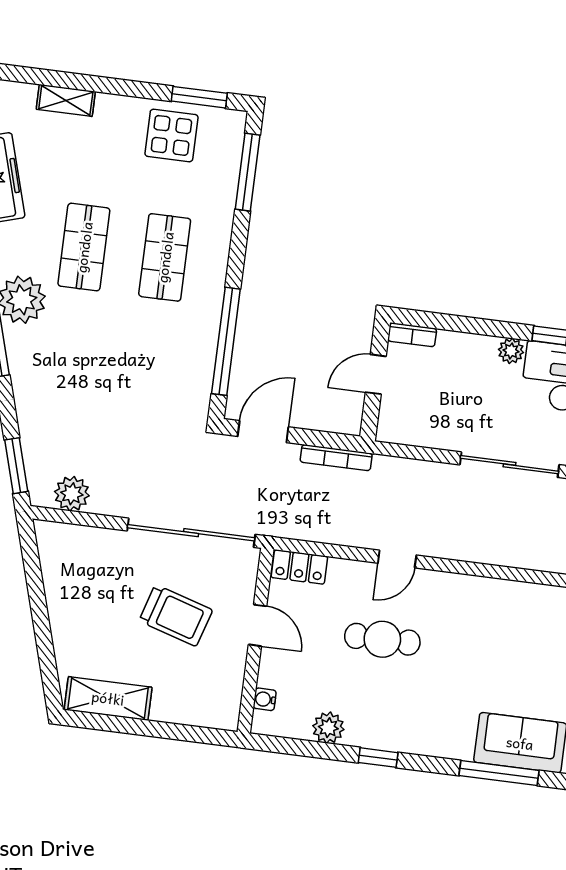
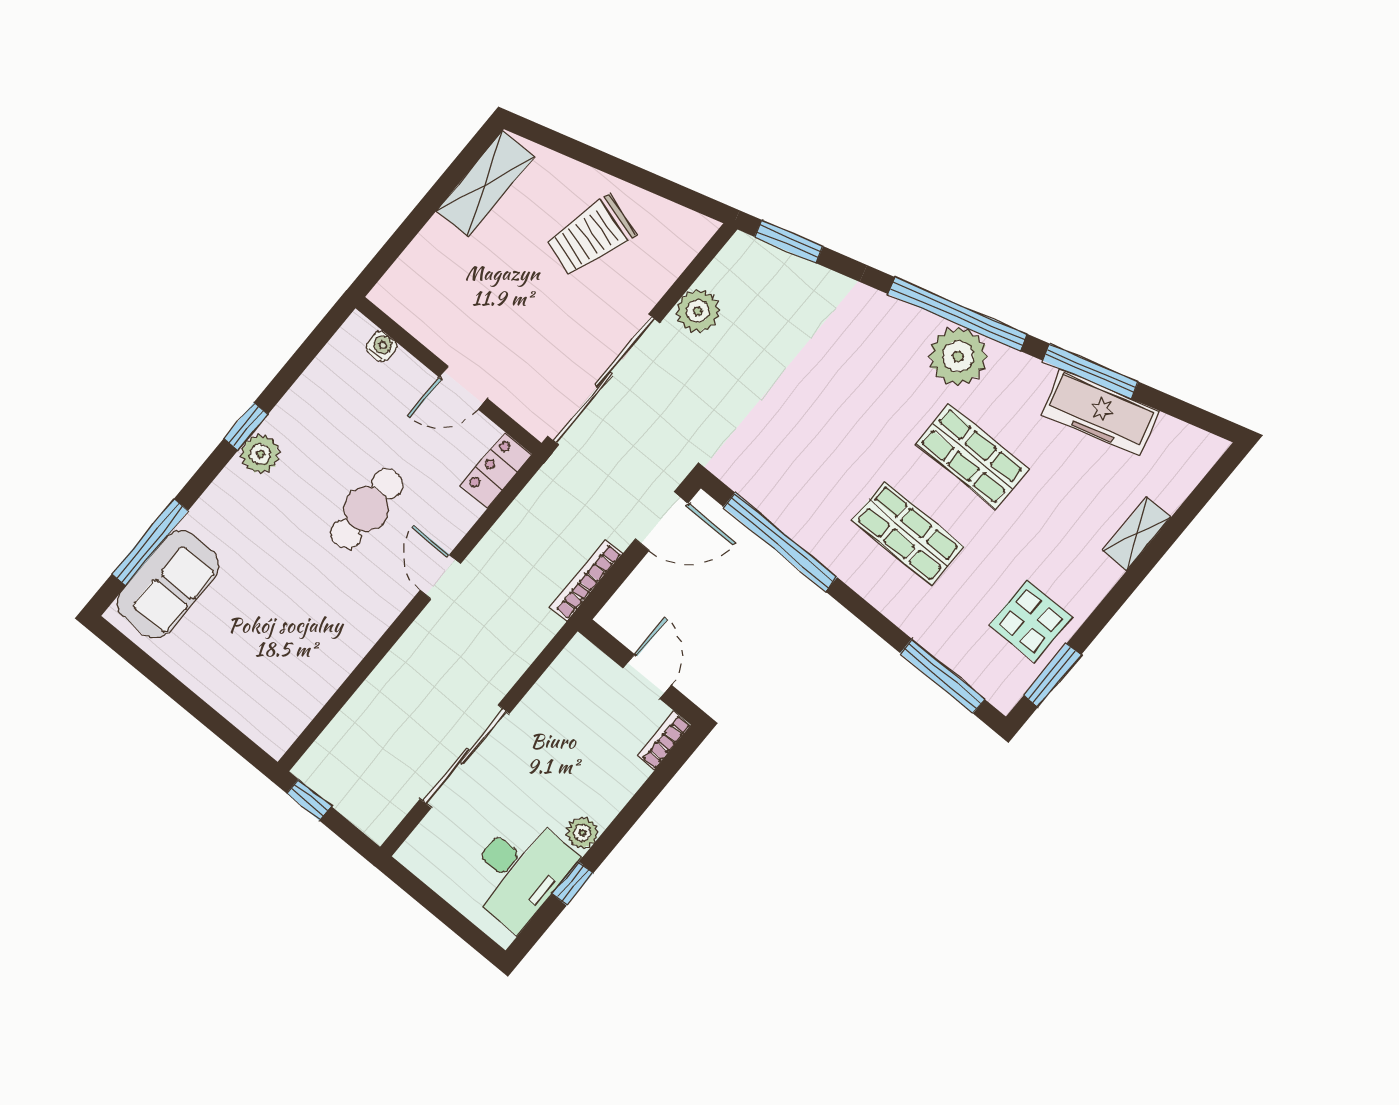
door: (263, 432) -> (662, 521), hinge flipped
plant: (72, 494) -> (698, 311), moved
trolley: (176, 615) -> (591, 236), moved
plant: (328, 728) -> (260, 454), moved

